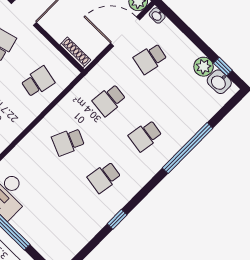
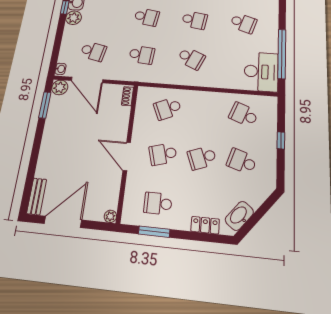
shoe rack: (75, 52) -> (128, 96), width x0.70
school desk: (38, 82) -> (168, 108), turned -36
school desk: (63, 219) -> (243, 23), added

